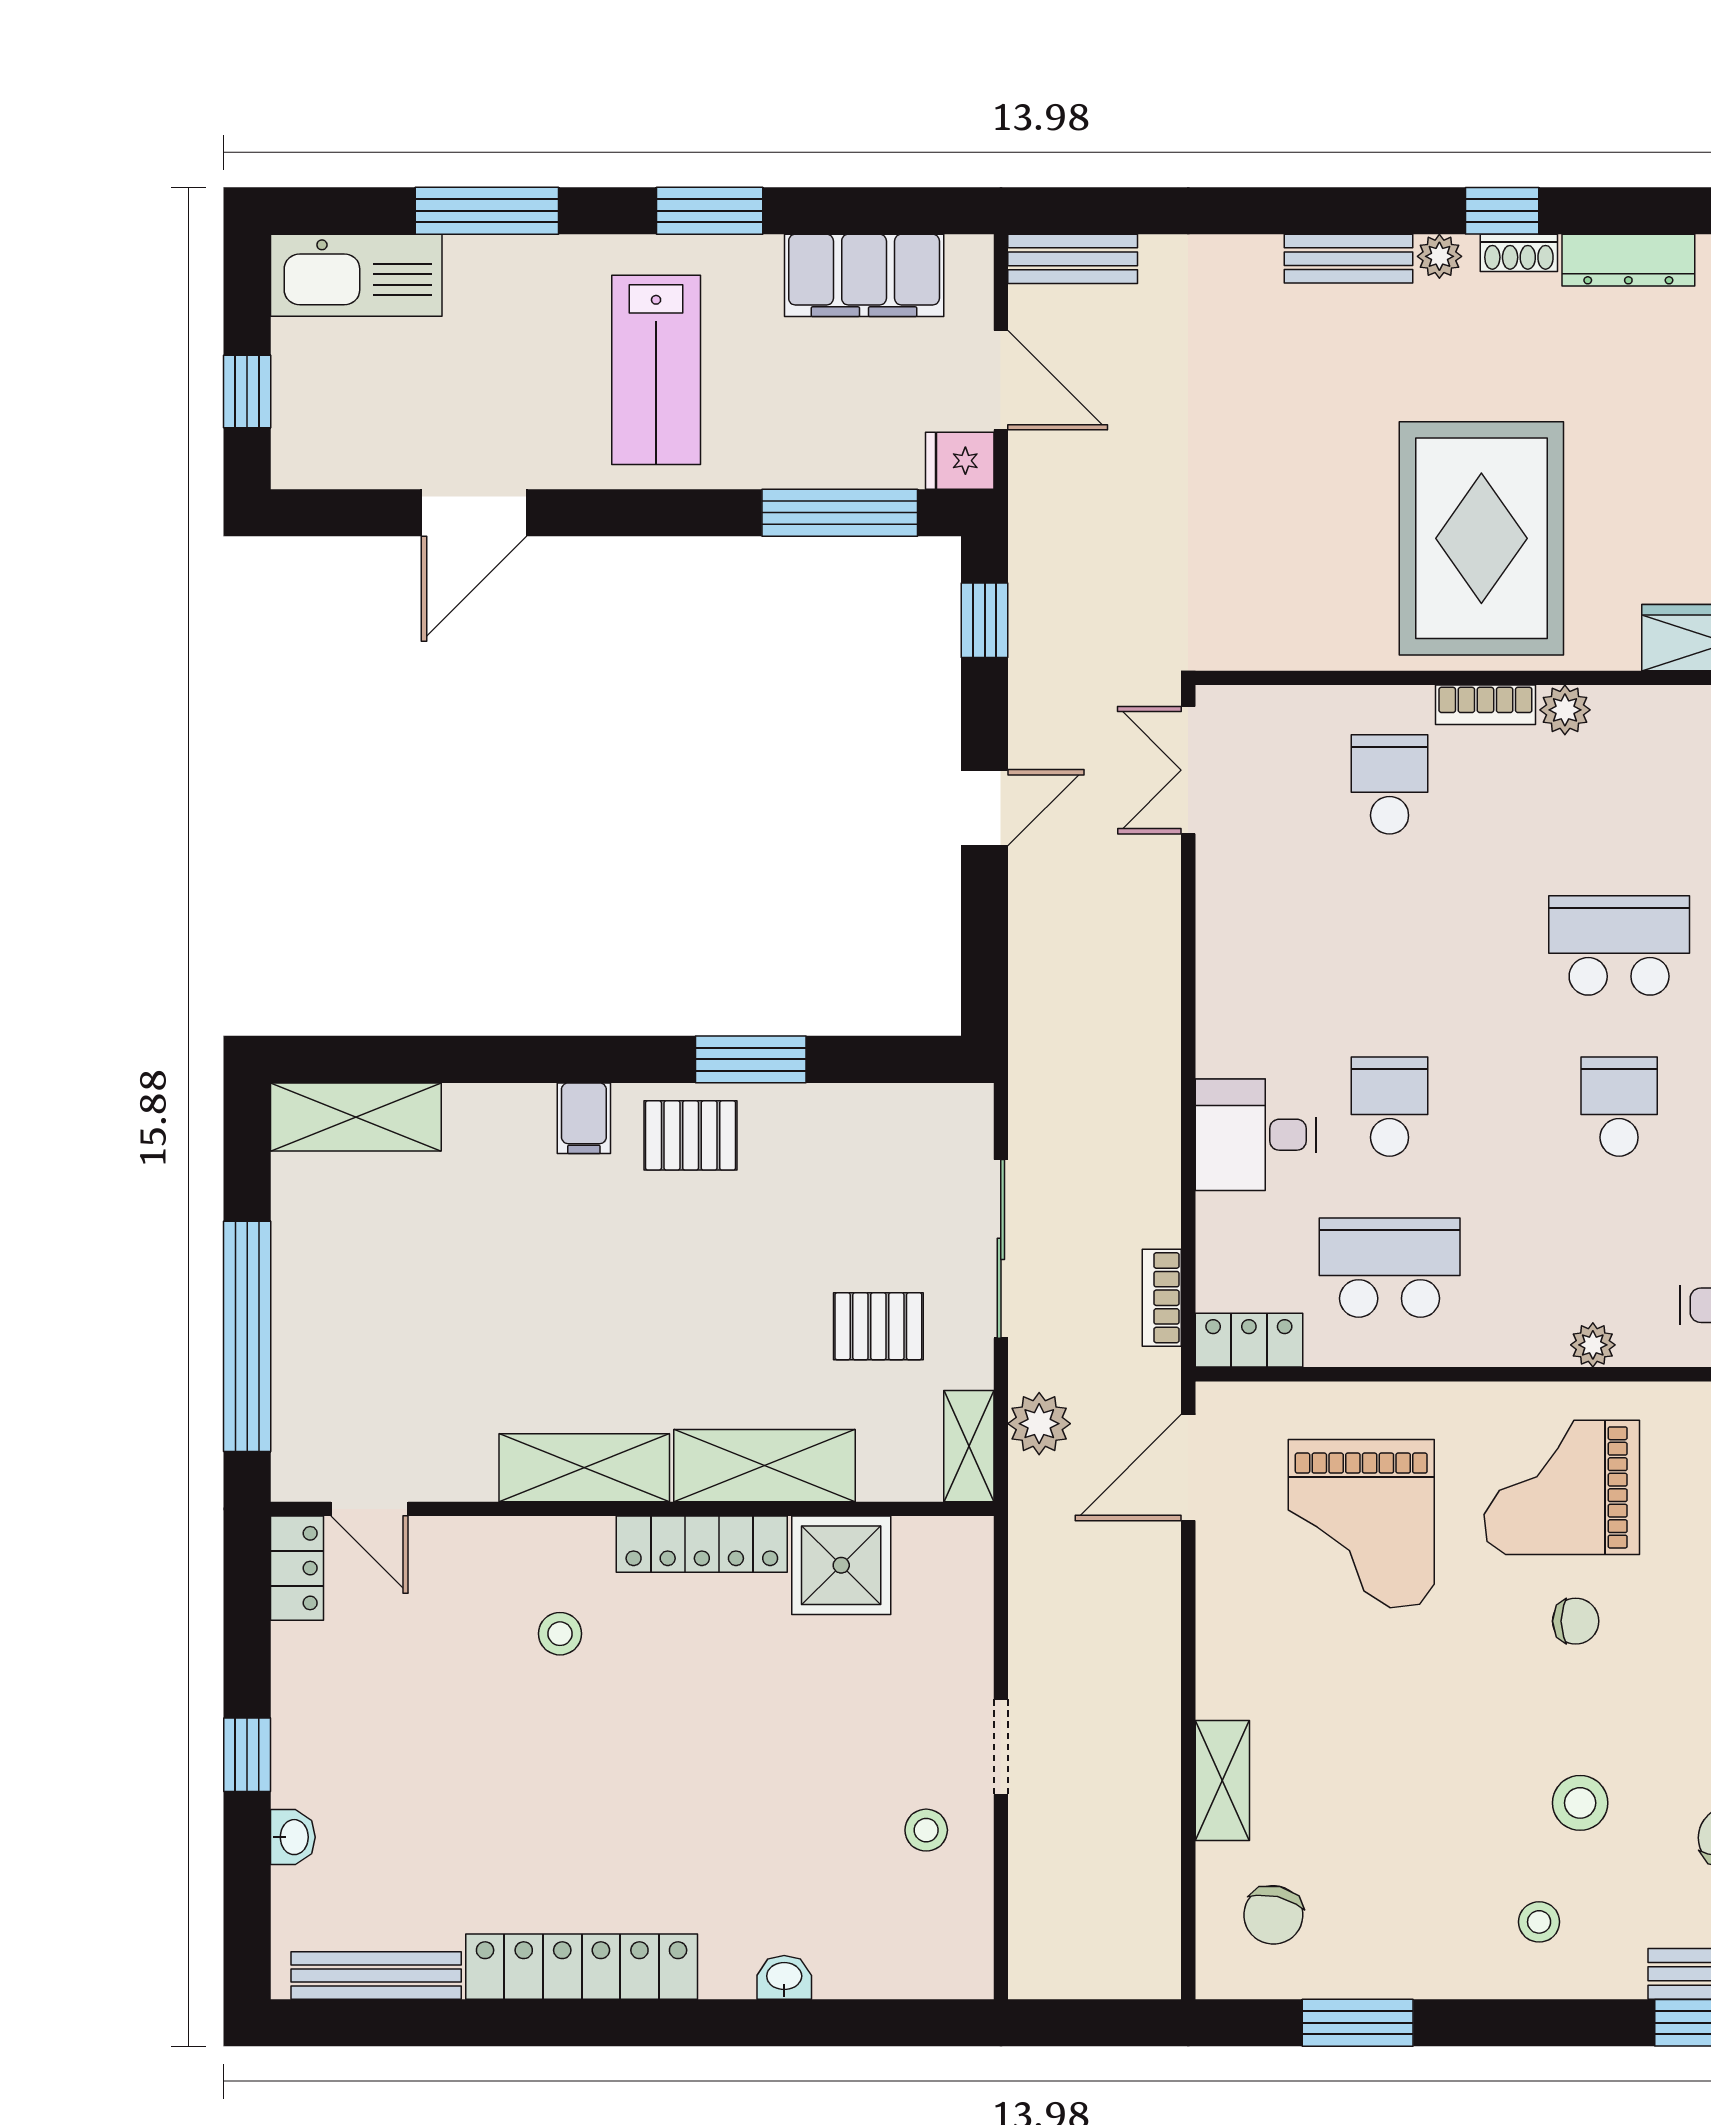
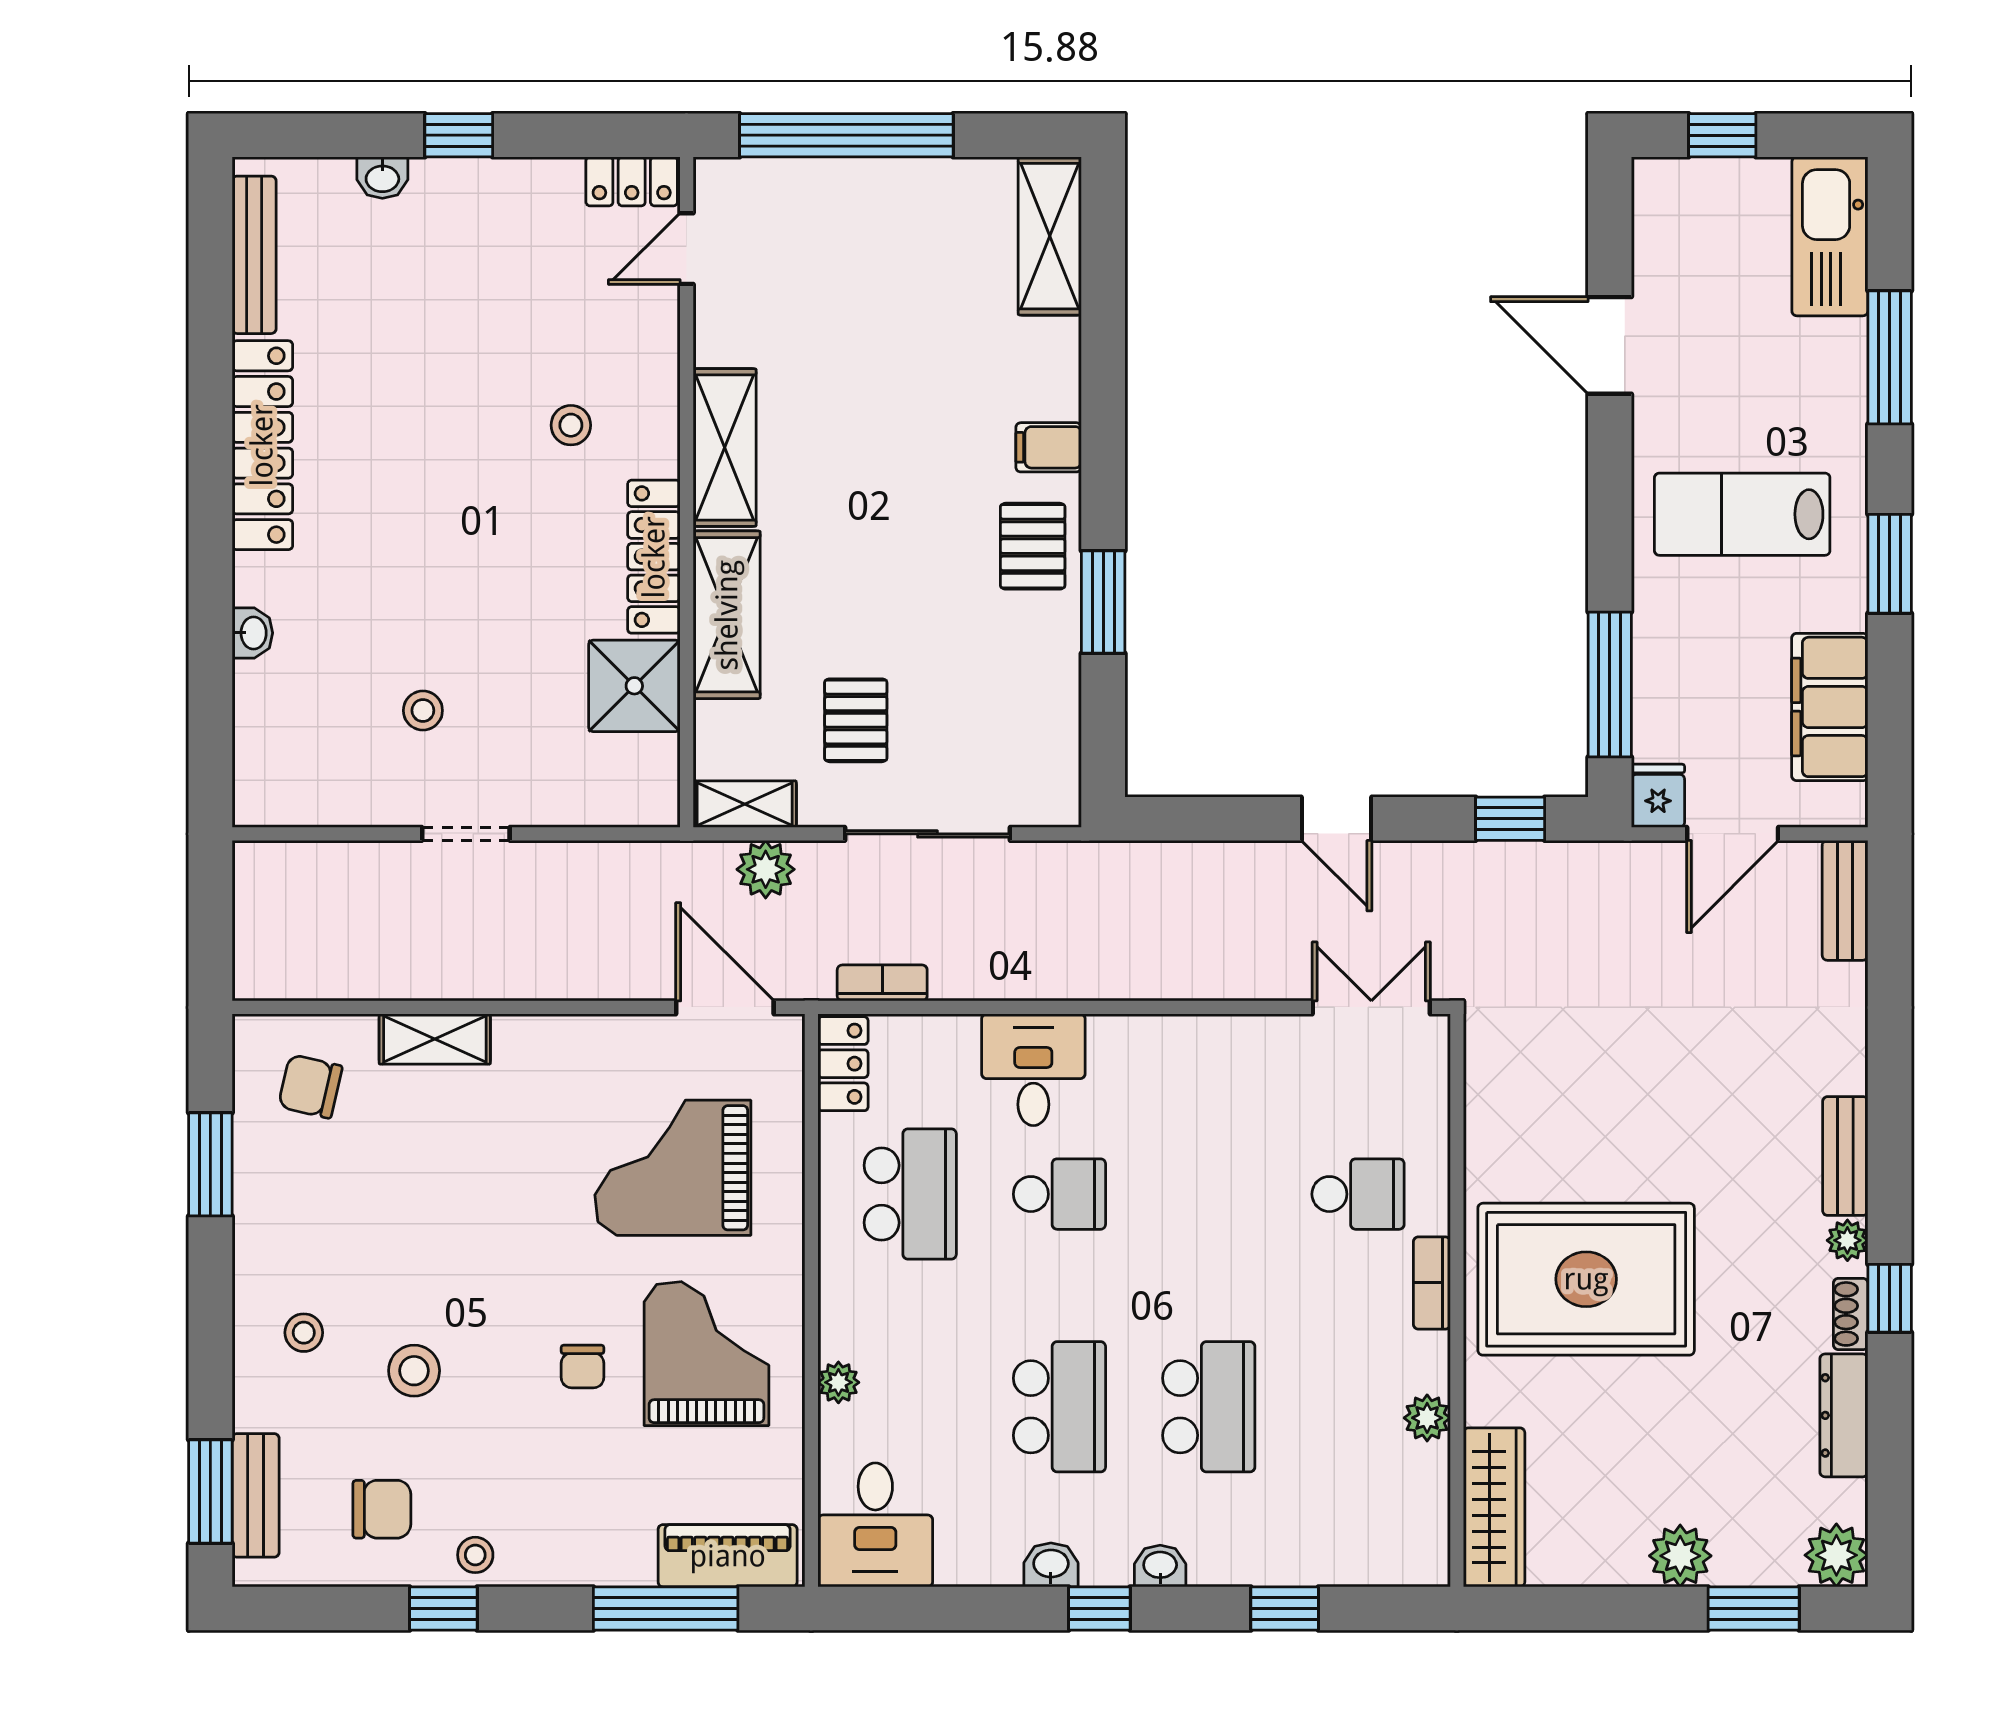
plant: (1565, 710) -> (1427, 1418), moved
school desk: (1619, 1107) -> (1059, 1407), width x1.85
stool: (926, 1830) -> (423, 710), moved

